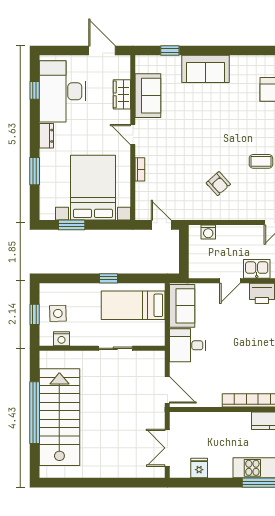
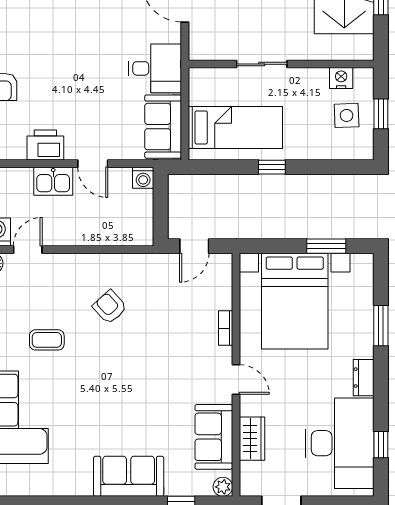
plant: (142, 62) -> (223, 487), added
door: (161, 225) -> (194, 246), hinge flipped
washing machine: (208, 232) -> (143, 178), moved, turned 180
door: (230, 281) -> (93, 164), swing flipped

